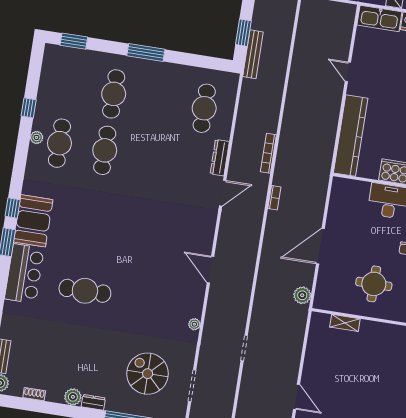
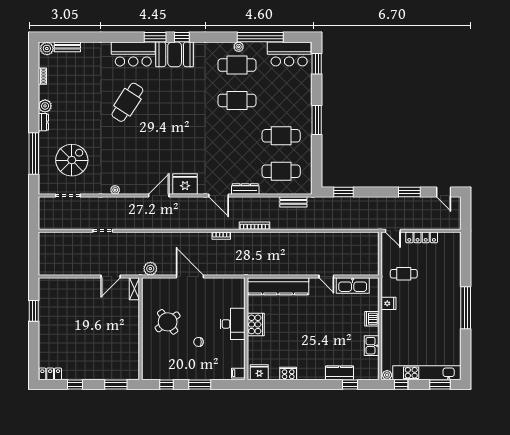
kitchen sink: (379, 18) -> (353, 286), moved, turned -90
bench: (253, 54) -> (293, 202), moved, width x0.73
door: (348, 72) -> (326, 277), swing flipped
bar counter: (56, 74) -> (289, 54), added
cafe table: (114, 94) -> (281, 136), moved
window: (29, 108) -> (260, 37), width x3.17
fridge: (201, 234) -> (185, 184), added
round table: (374, 284) -> (168, 322), turned -36
cafe table: (85, 291) -> (127, 102), turned 33
shelving: (345, 323) -> (134, 289), moved
door: (296, 397) -> (111, 277), moved

